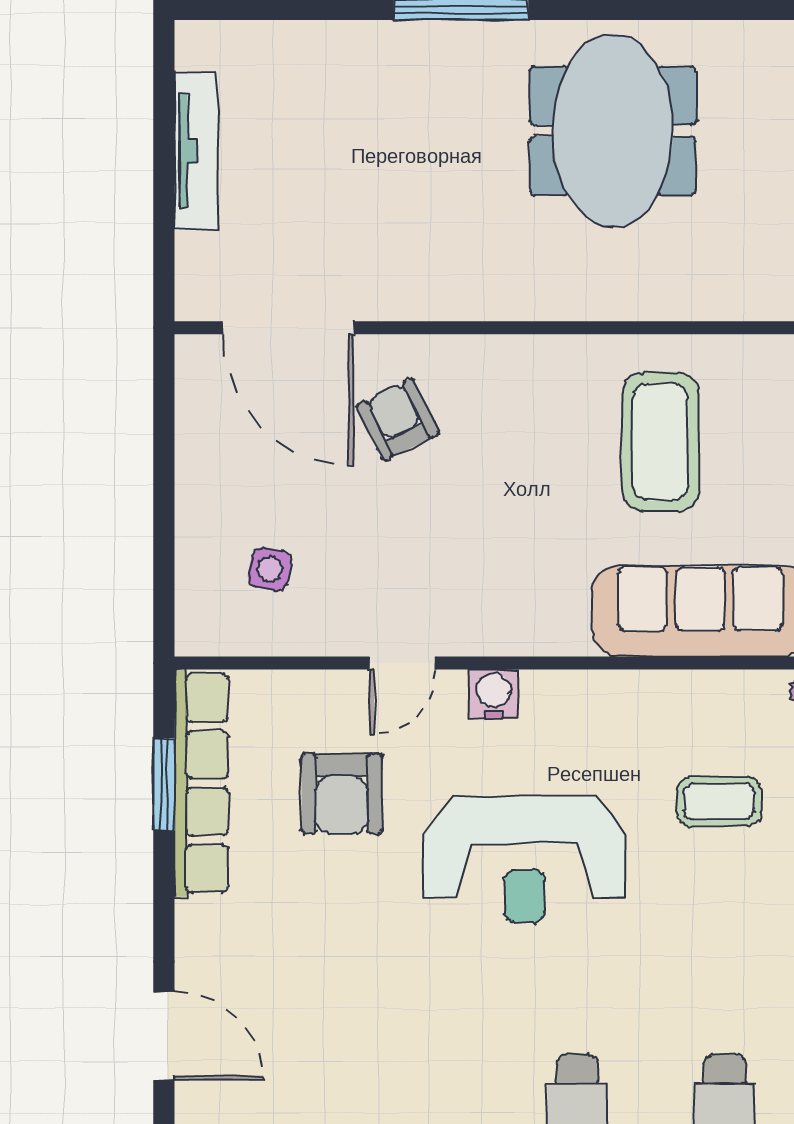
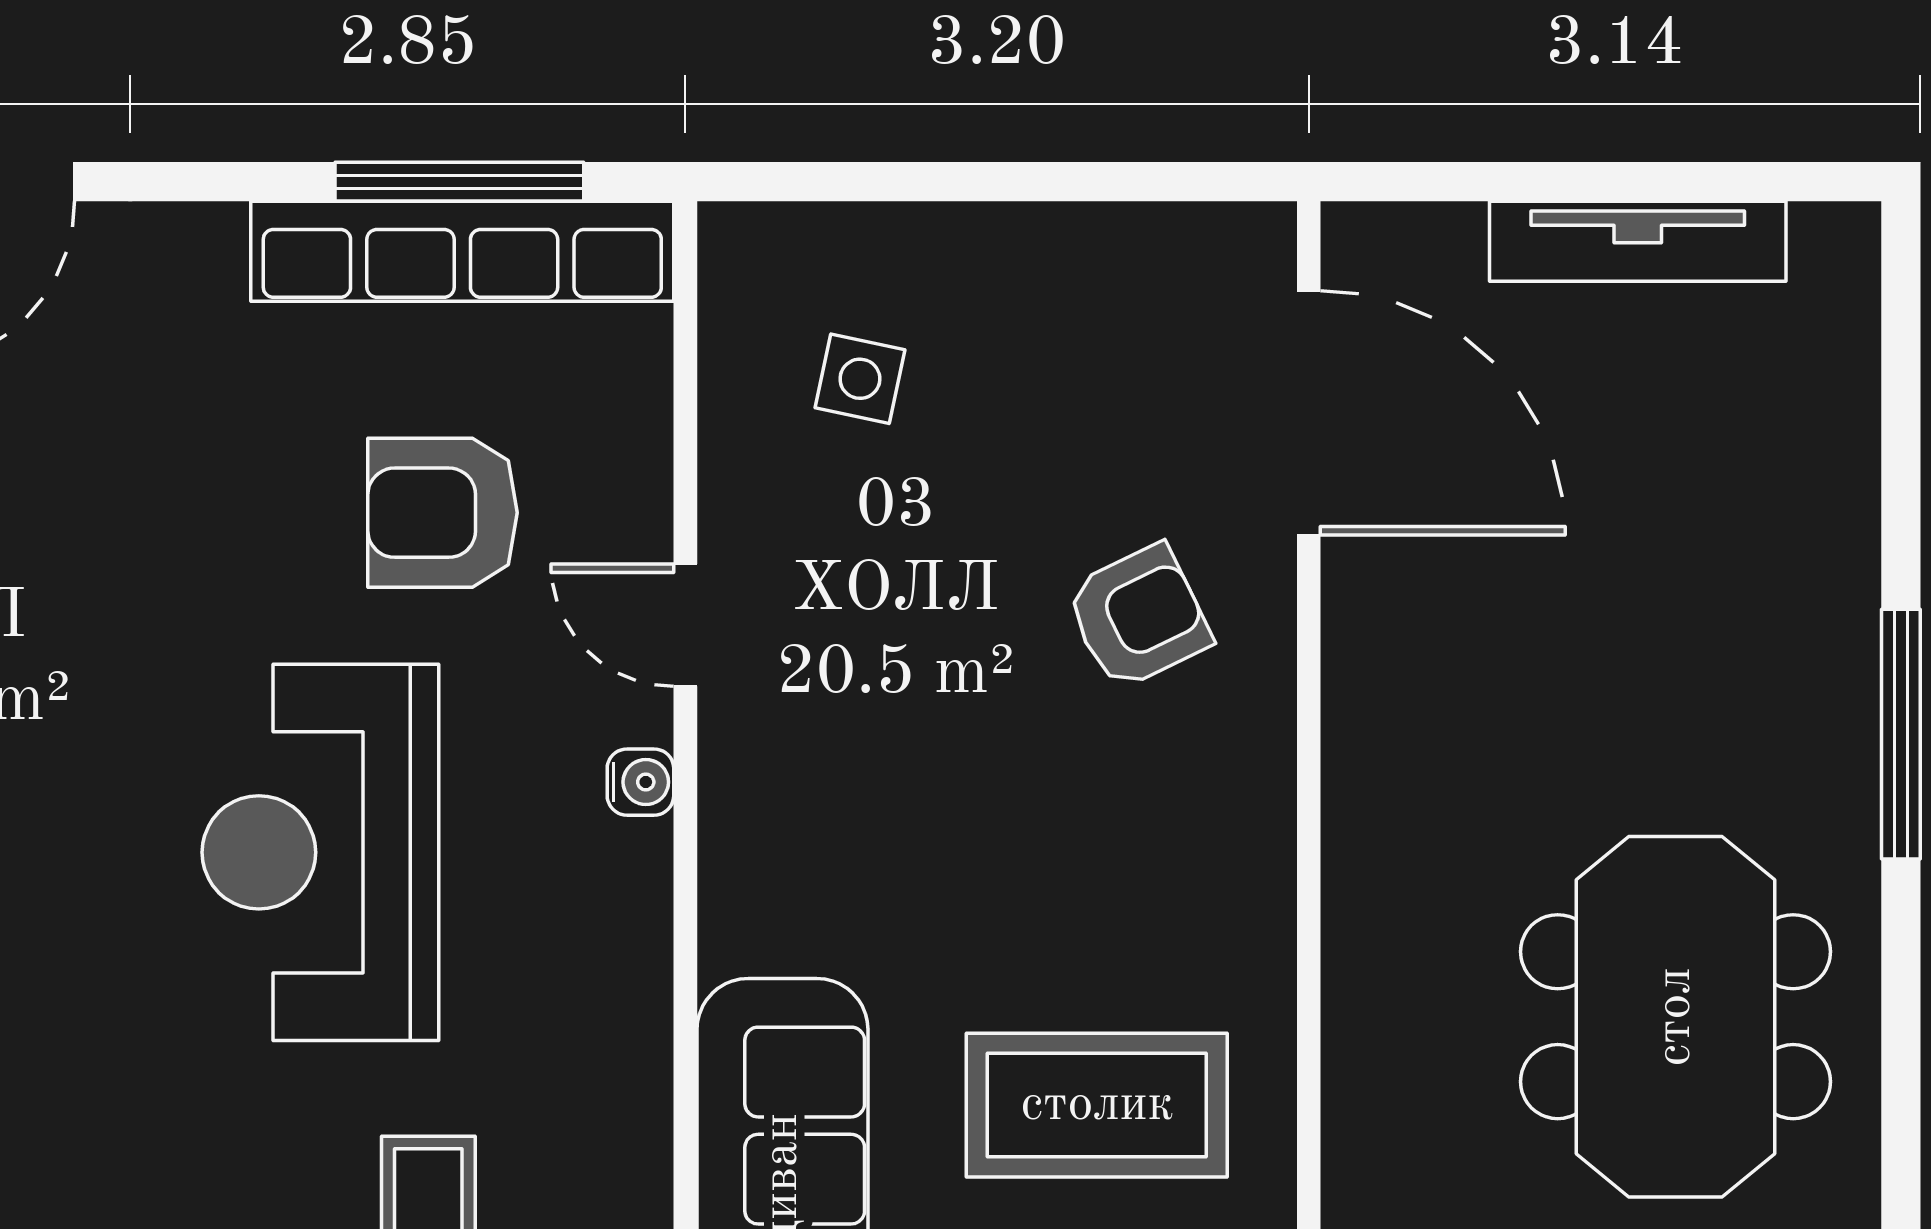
meeting table: (613, 131) -> (1675, 1017), turned 90
door: (288, 328) -> (1309, 413), swing flipped
water cooler: (493, 694) -> (640, 782), width x0.72, depth x0.72
window: (164, 784) -> (459, 182), width x1.44

